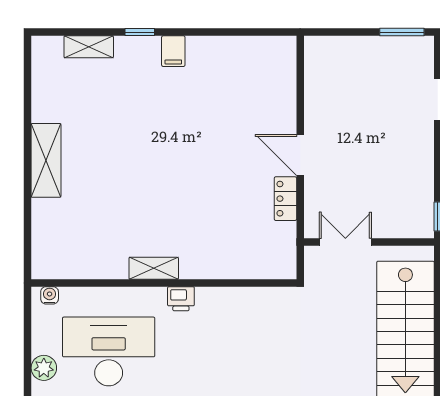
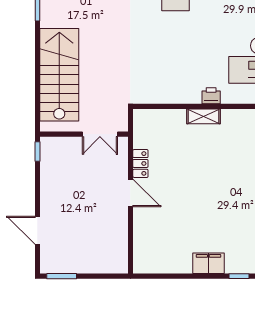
filing cabinet: (173, 51) -> (208, 263), width x2.00
shelving: (154, 268) -> (203, 116), moved

